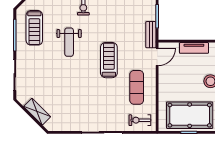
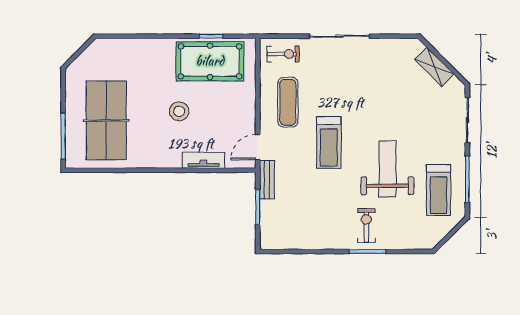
treadmill: (34, 28) -> (439, 190), turned 180
weight bench: (69, 42) -> (387, 169), width x1.36, depth x1.33

